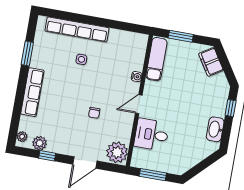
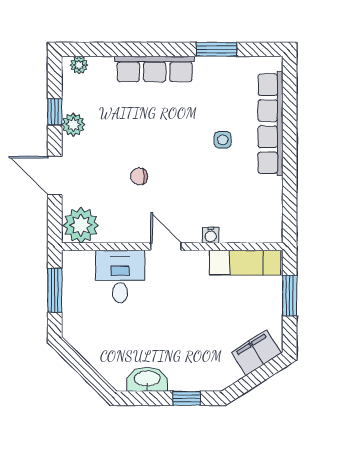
plant: (40, 143) -> (73, 125), moved

